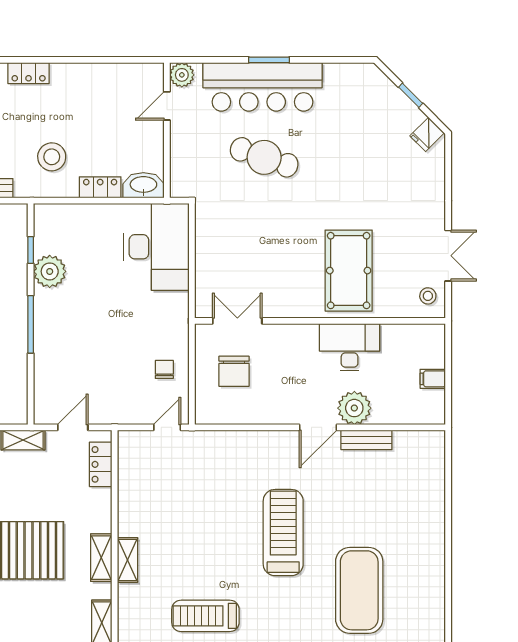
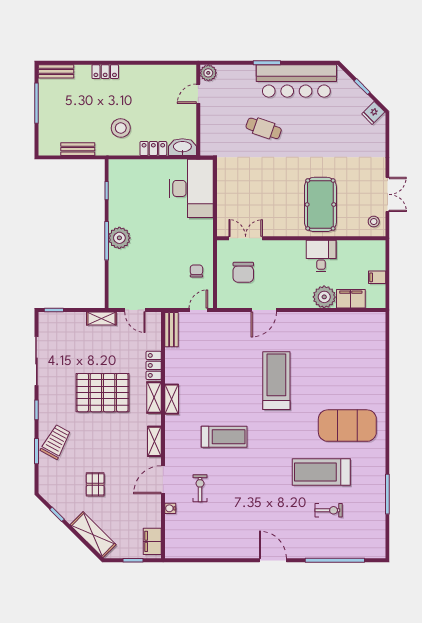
bar counter: (263, 87) -> (296, 81), moved
cafe table: (264, 157) -> (264, 128), width x0.73, depth x0.74
plant: (50, 271) -> (119, 238), moved
desk: (350, 347) -> (321, 256), width x0.73
filing cabinet: (394, 411) -> (351, 299), added
door: (73, 427) -> (135, 310), swing flipped
door: (318, 427) -> (264, 310), moved
bench: (366, 440) -> (171, 330), moved, turned 90
locker: (101, 464) -> (154, 365), moved
exercise mat: (359, 590) -> (347, 426), moved, turned 90
treadmill: (205, 616) -> (224, 437), turned 180

